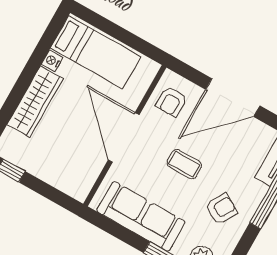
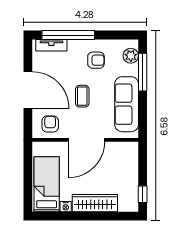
armchair: (172, 102) -> (50, 124), turned -90
armchair: (221, 209) -> (96, 60), turned 150

